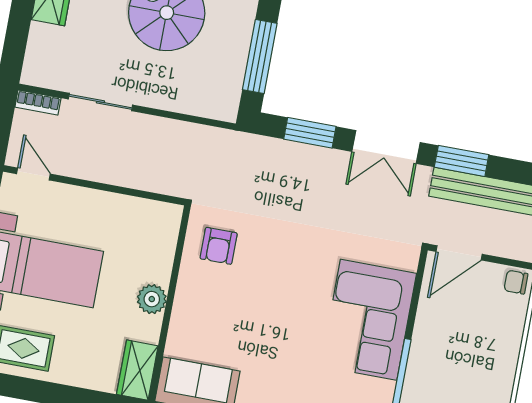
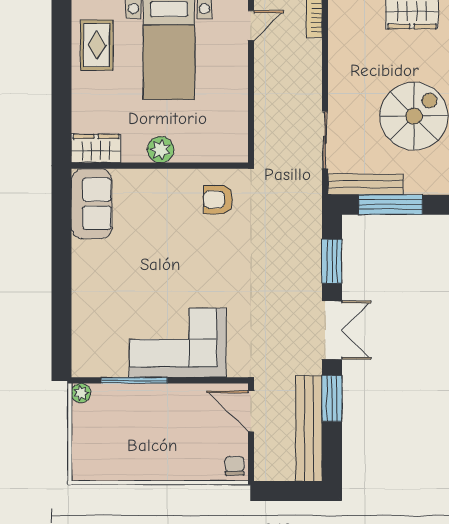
bench: (232, 80) -> (365, 184), added
sliding door: (100, 102) -> (325, 140), moved
double door: (386, 147) -> (332, 330), swing flipped

